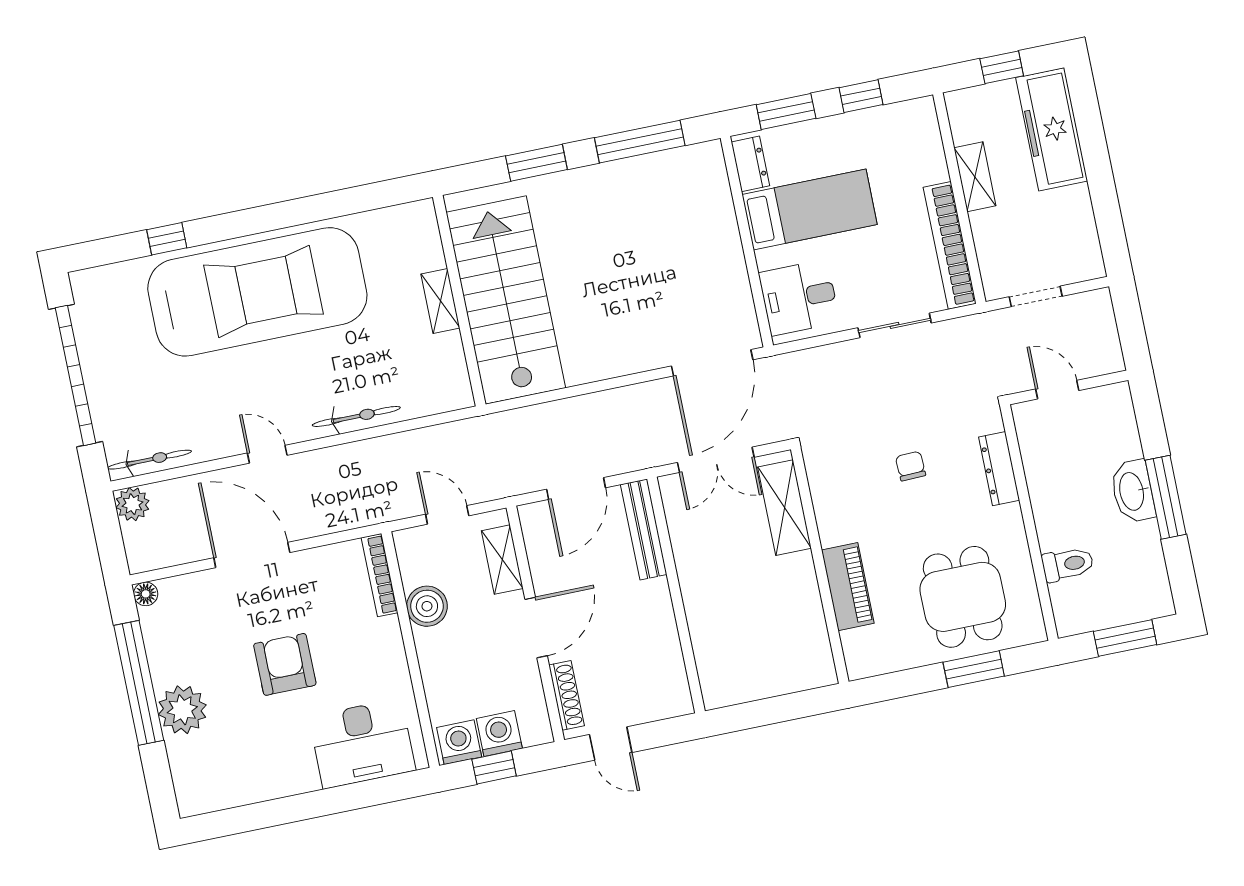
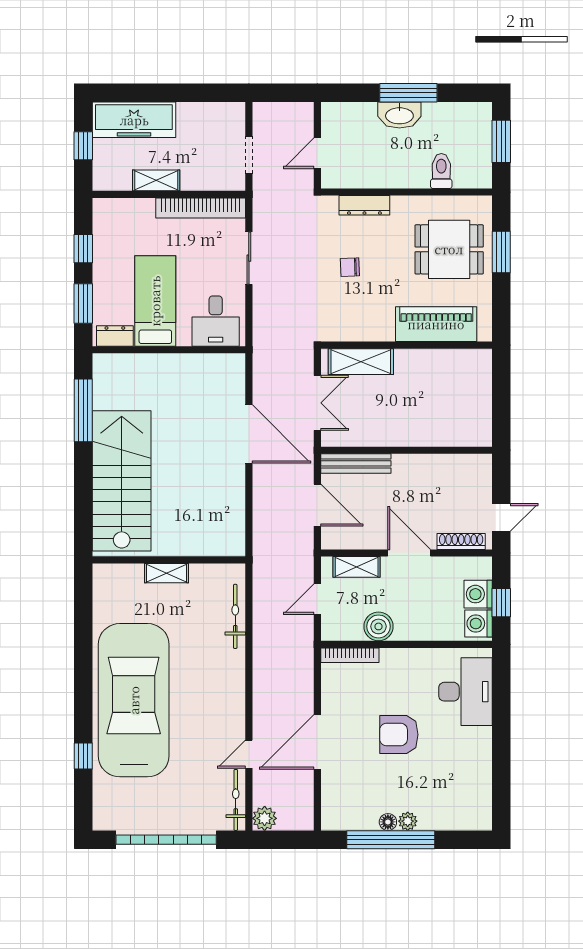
window: (536, 163) -> (83, 486), removed
stairs: (506, 300) -> (122, 481), moved, turned 90
door: (712, 363) -> (249, 434), moved
bicycle: (356, 416) -> (235, 616), moved
door: (267, 454) -> (249, 754), moved
piano: (848, 587) -> (436, 324), width x1.37, depth x1.33
floor lamp: (146, 594) -> (388, 822), moved
plant: (182, 710) -> (408, 821), width x0.53, depth x0.53

